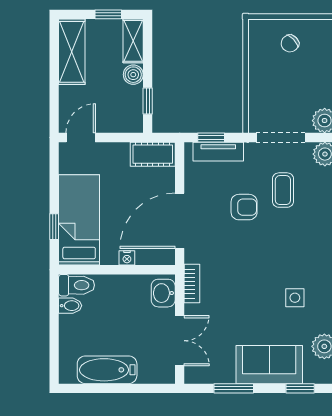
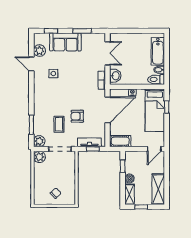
double door: (180, 341) -> (108, 53), swing flipped
bathtub: (107, 370) -> (158, 51), moved, turned 90

